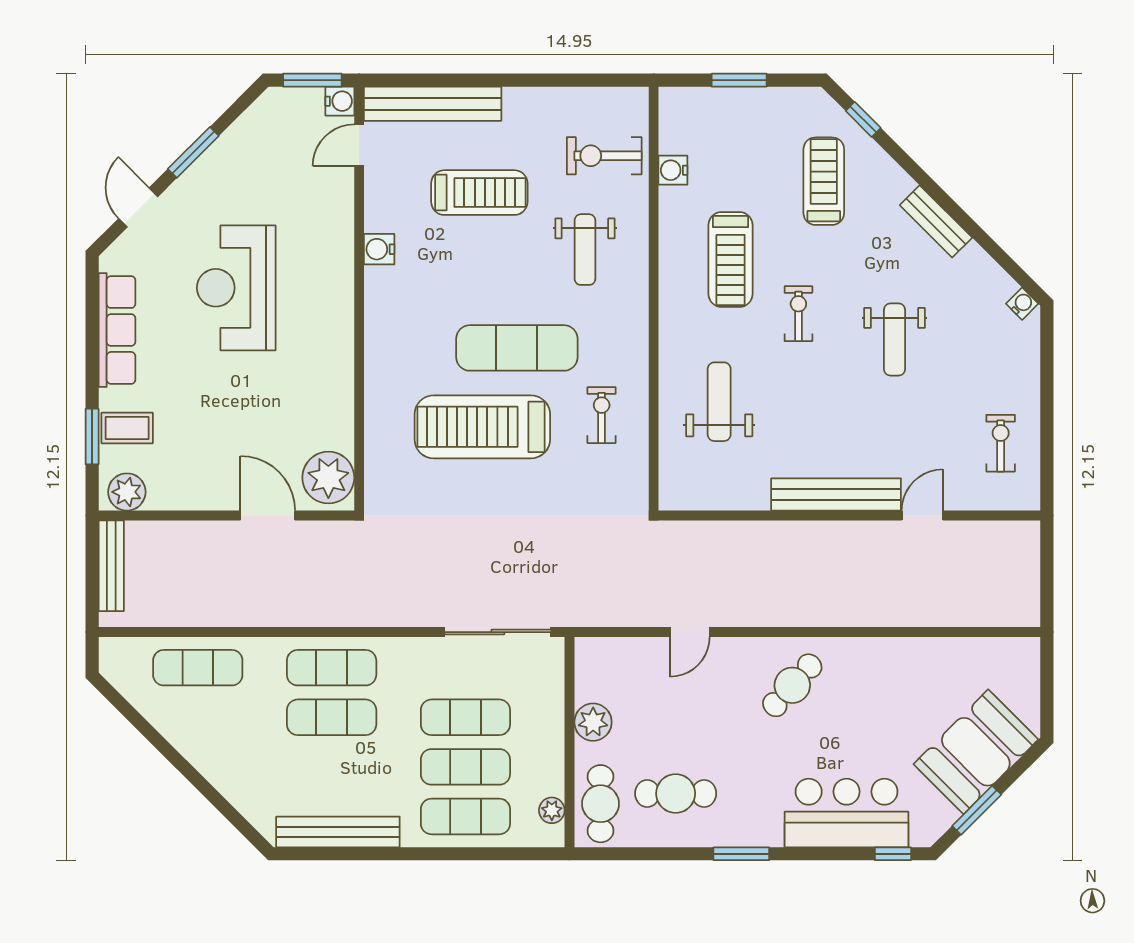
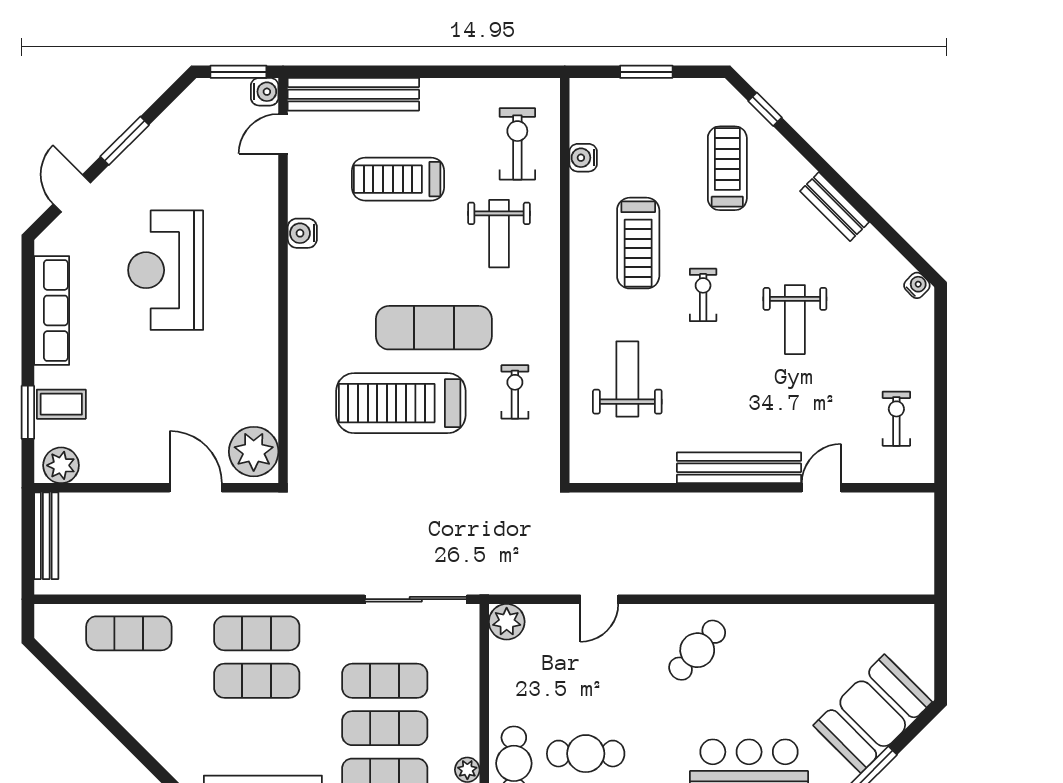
exercise bike: (604, 156) -> (517, 144), turned 90
treadmill: (479, 193) -> (398, 179), turned 180
plant: (593, 722) -> (507, 622), moved

